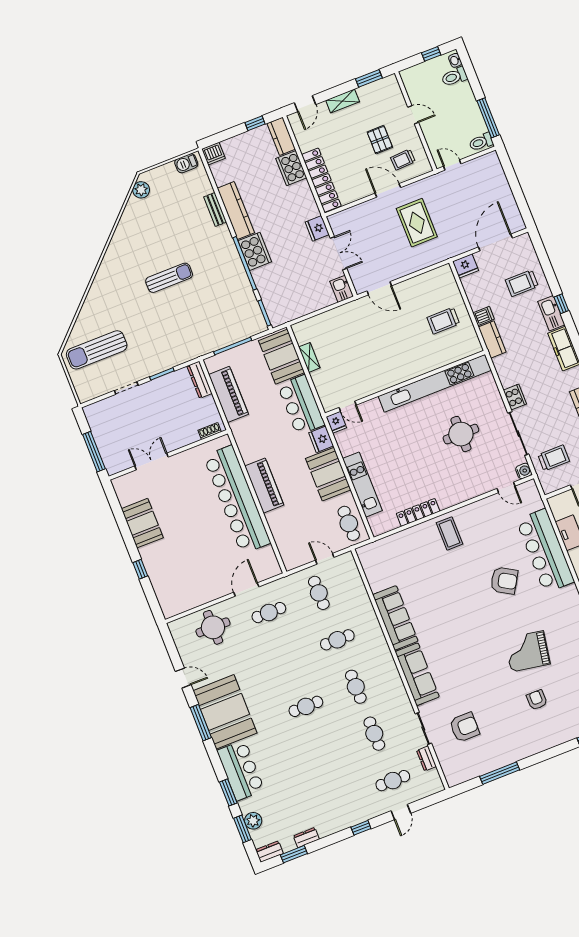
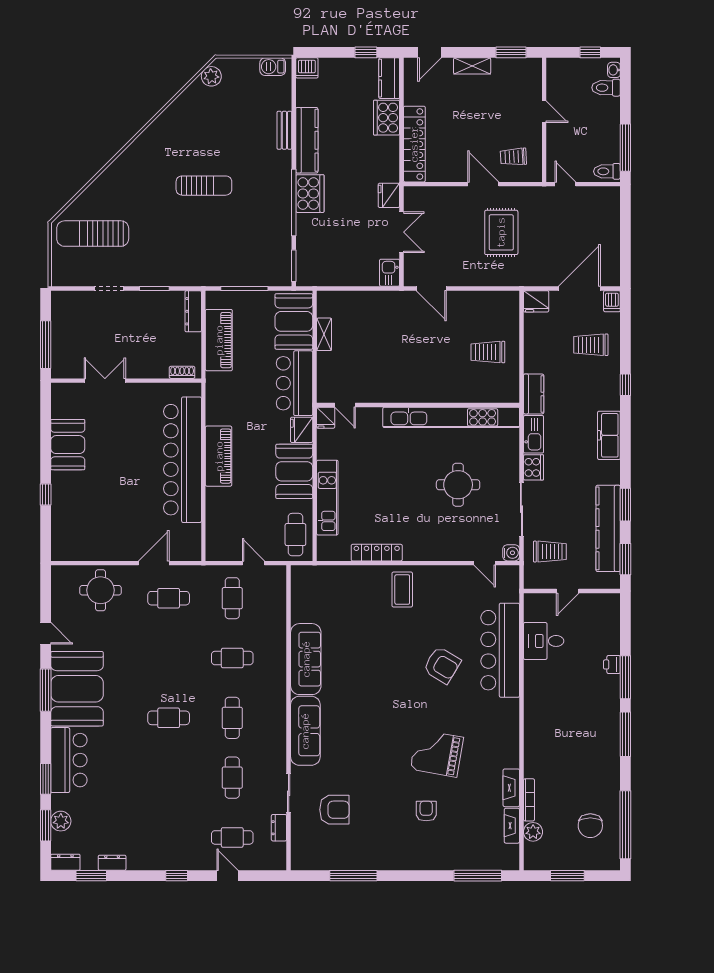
pallet: (380, 140) -> (496, 125), removed
kitchen sink: (551, 313) -> (534, 434), moved, turned 180
dishwasher: (484, 316) -> (612, 301), moved, turned 90
door: (401, 812) -> (228, 876), swing flipped

